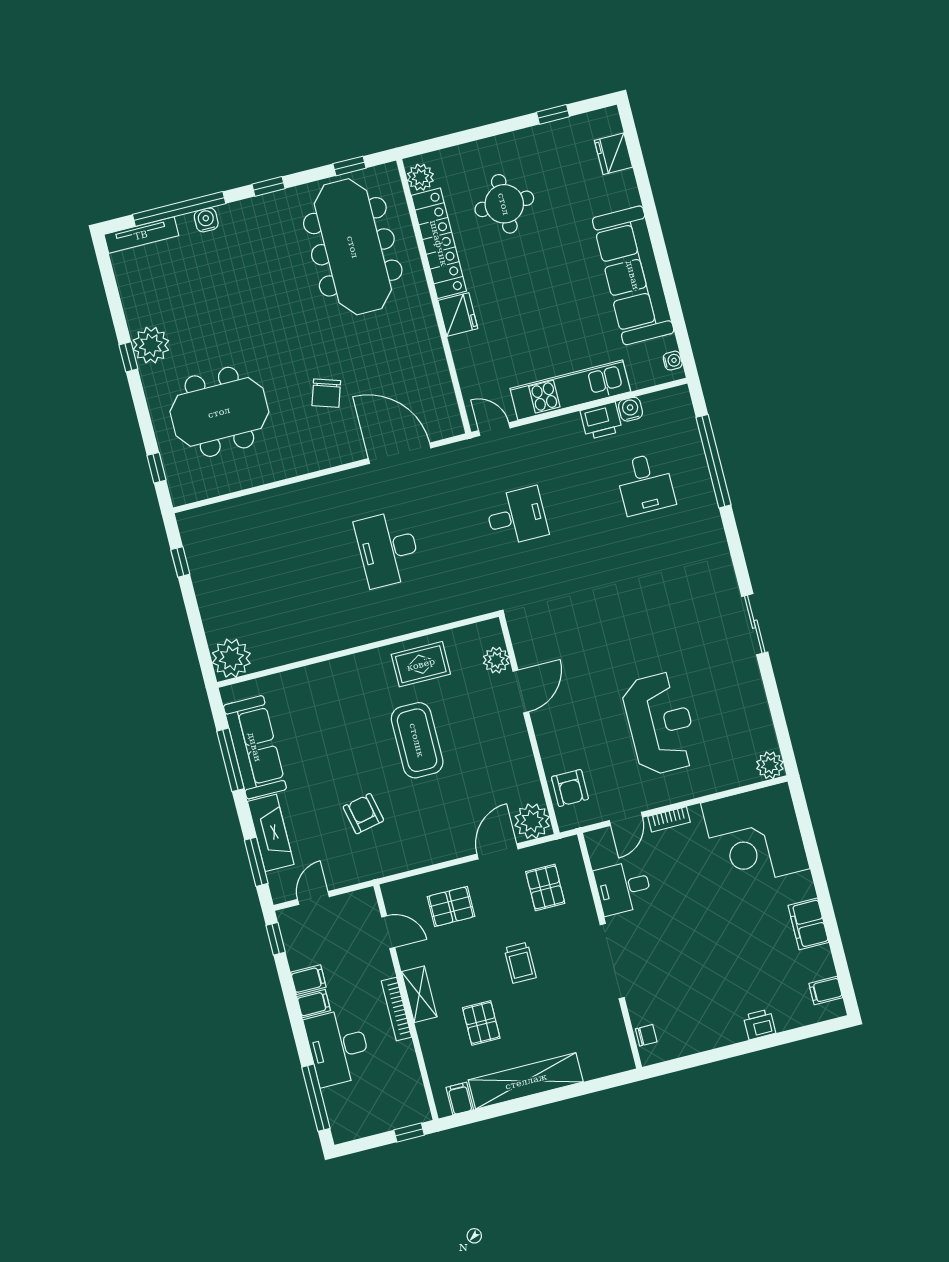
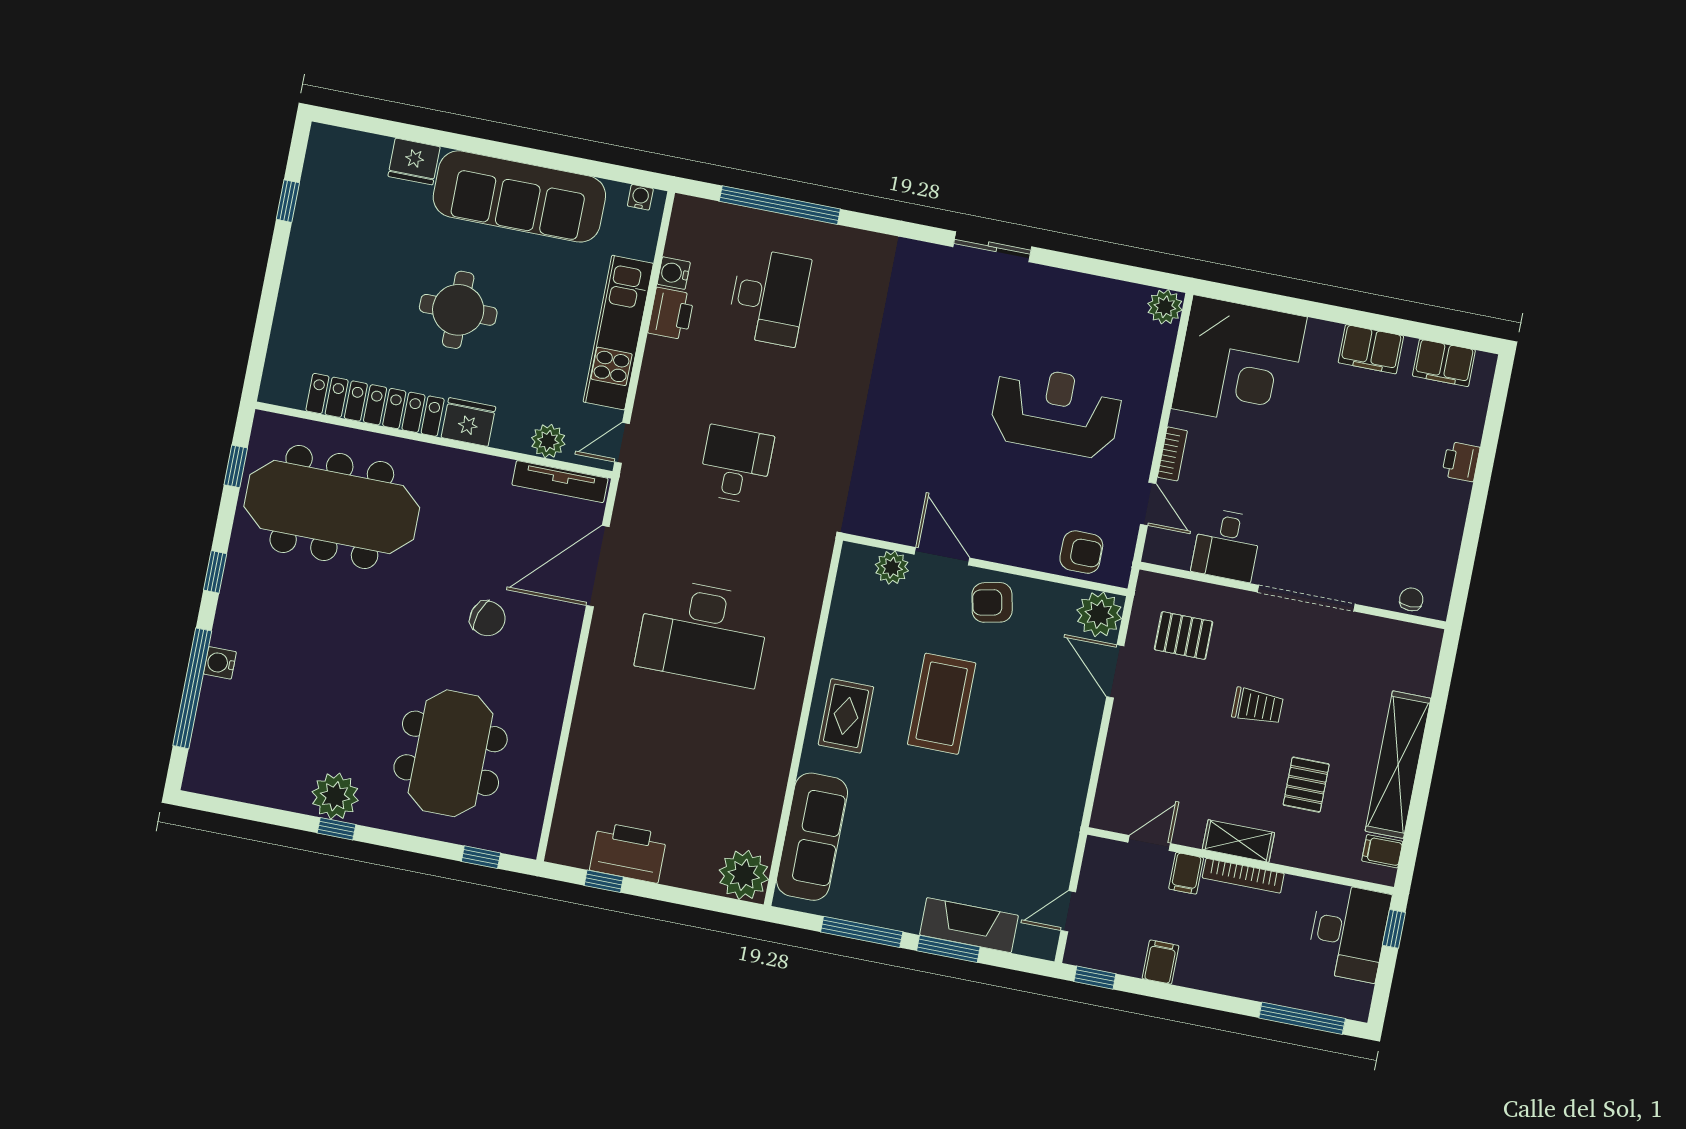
fridge: (613, 154) -> (414, 162), moved
plant: (420, 177) -> (548, 441), moved
round table: (504, 204) -> (458, 310), moved
tv unit: (141, 235) -> (560, 482), moved, turned 90
desk: (645, 484) -> (769, 297), width x1.37
desk: (388, 549) -> (703, 632), width x1.36, depth x1.30
printer: (209, 570) -> (628, 852), added
rug: (421, 664) -> (846, 716), moved
coffee table: (417, 740) -> (942, 704), turned 90
sofa: (255, 747) -> (812, 837), moved, turned 90
armchair: (363, 814) -> (992, 602), moved
window: (256, 862) -> (948, 949), moved
door: (313, 898) -> (1068, 911), hinge flipped
pallet: (451, 907) -> (1154, 756), removed
filing cabinet: (826, 990) -> (1444, 363), width x2.00
filing cabinet: (314, 1004) -> (1186, 873), moved, turned 180
pallet: (481, 1023) -> (1306, 785), turned 90
desk: (338, 1047) -> (1349, 932), moved, turned -90

